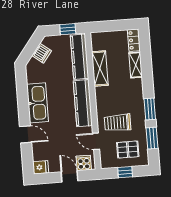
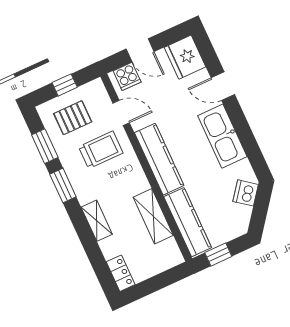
dishwasher: (42, 53) -> (246, 193), moved
shelving: (136, 65) -> (97, 221), moved
fridge: (41, 167) -> (185, 57), width x1.88, depth x1.34

